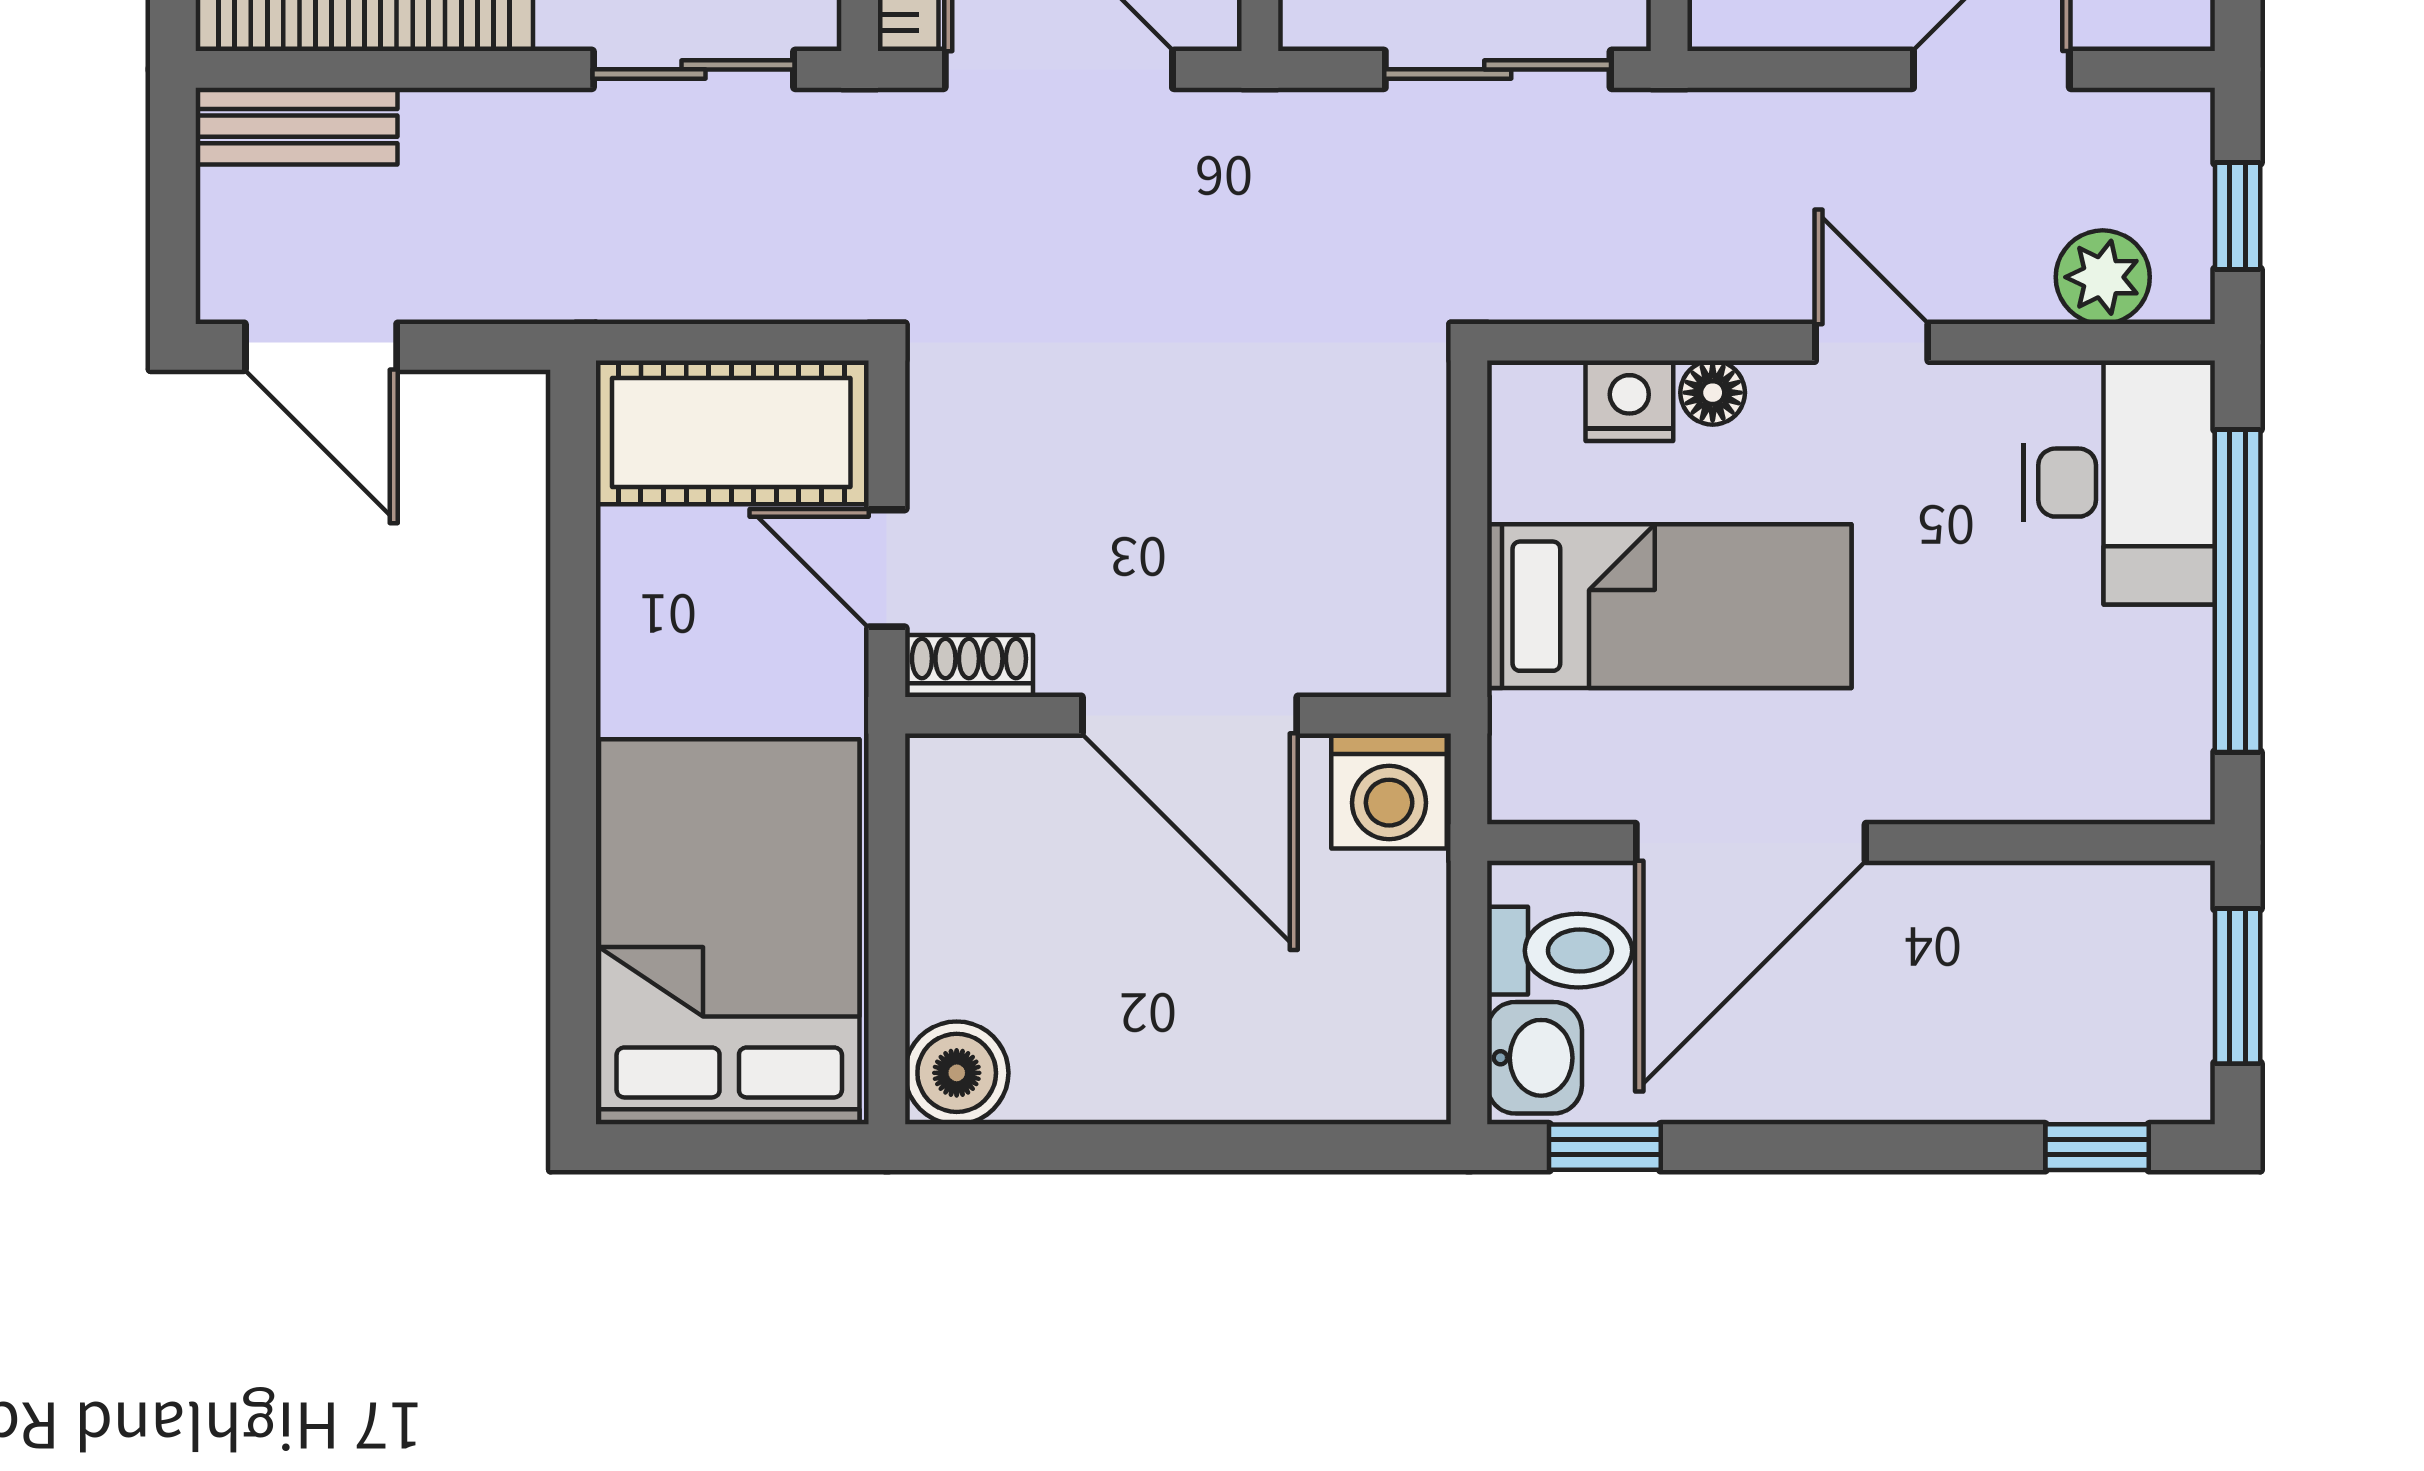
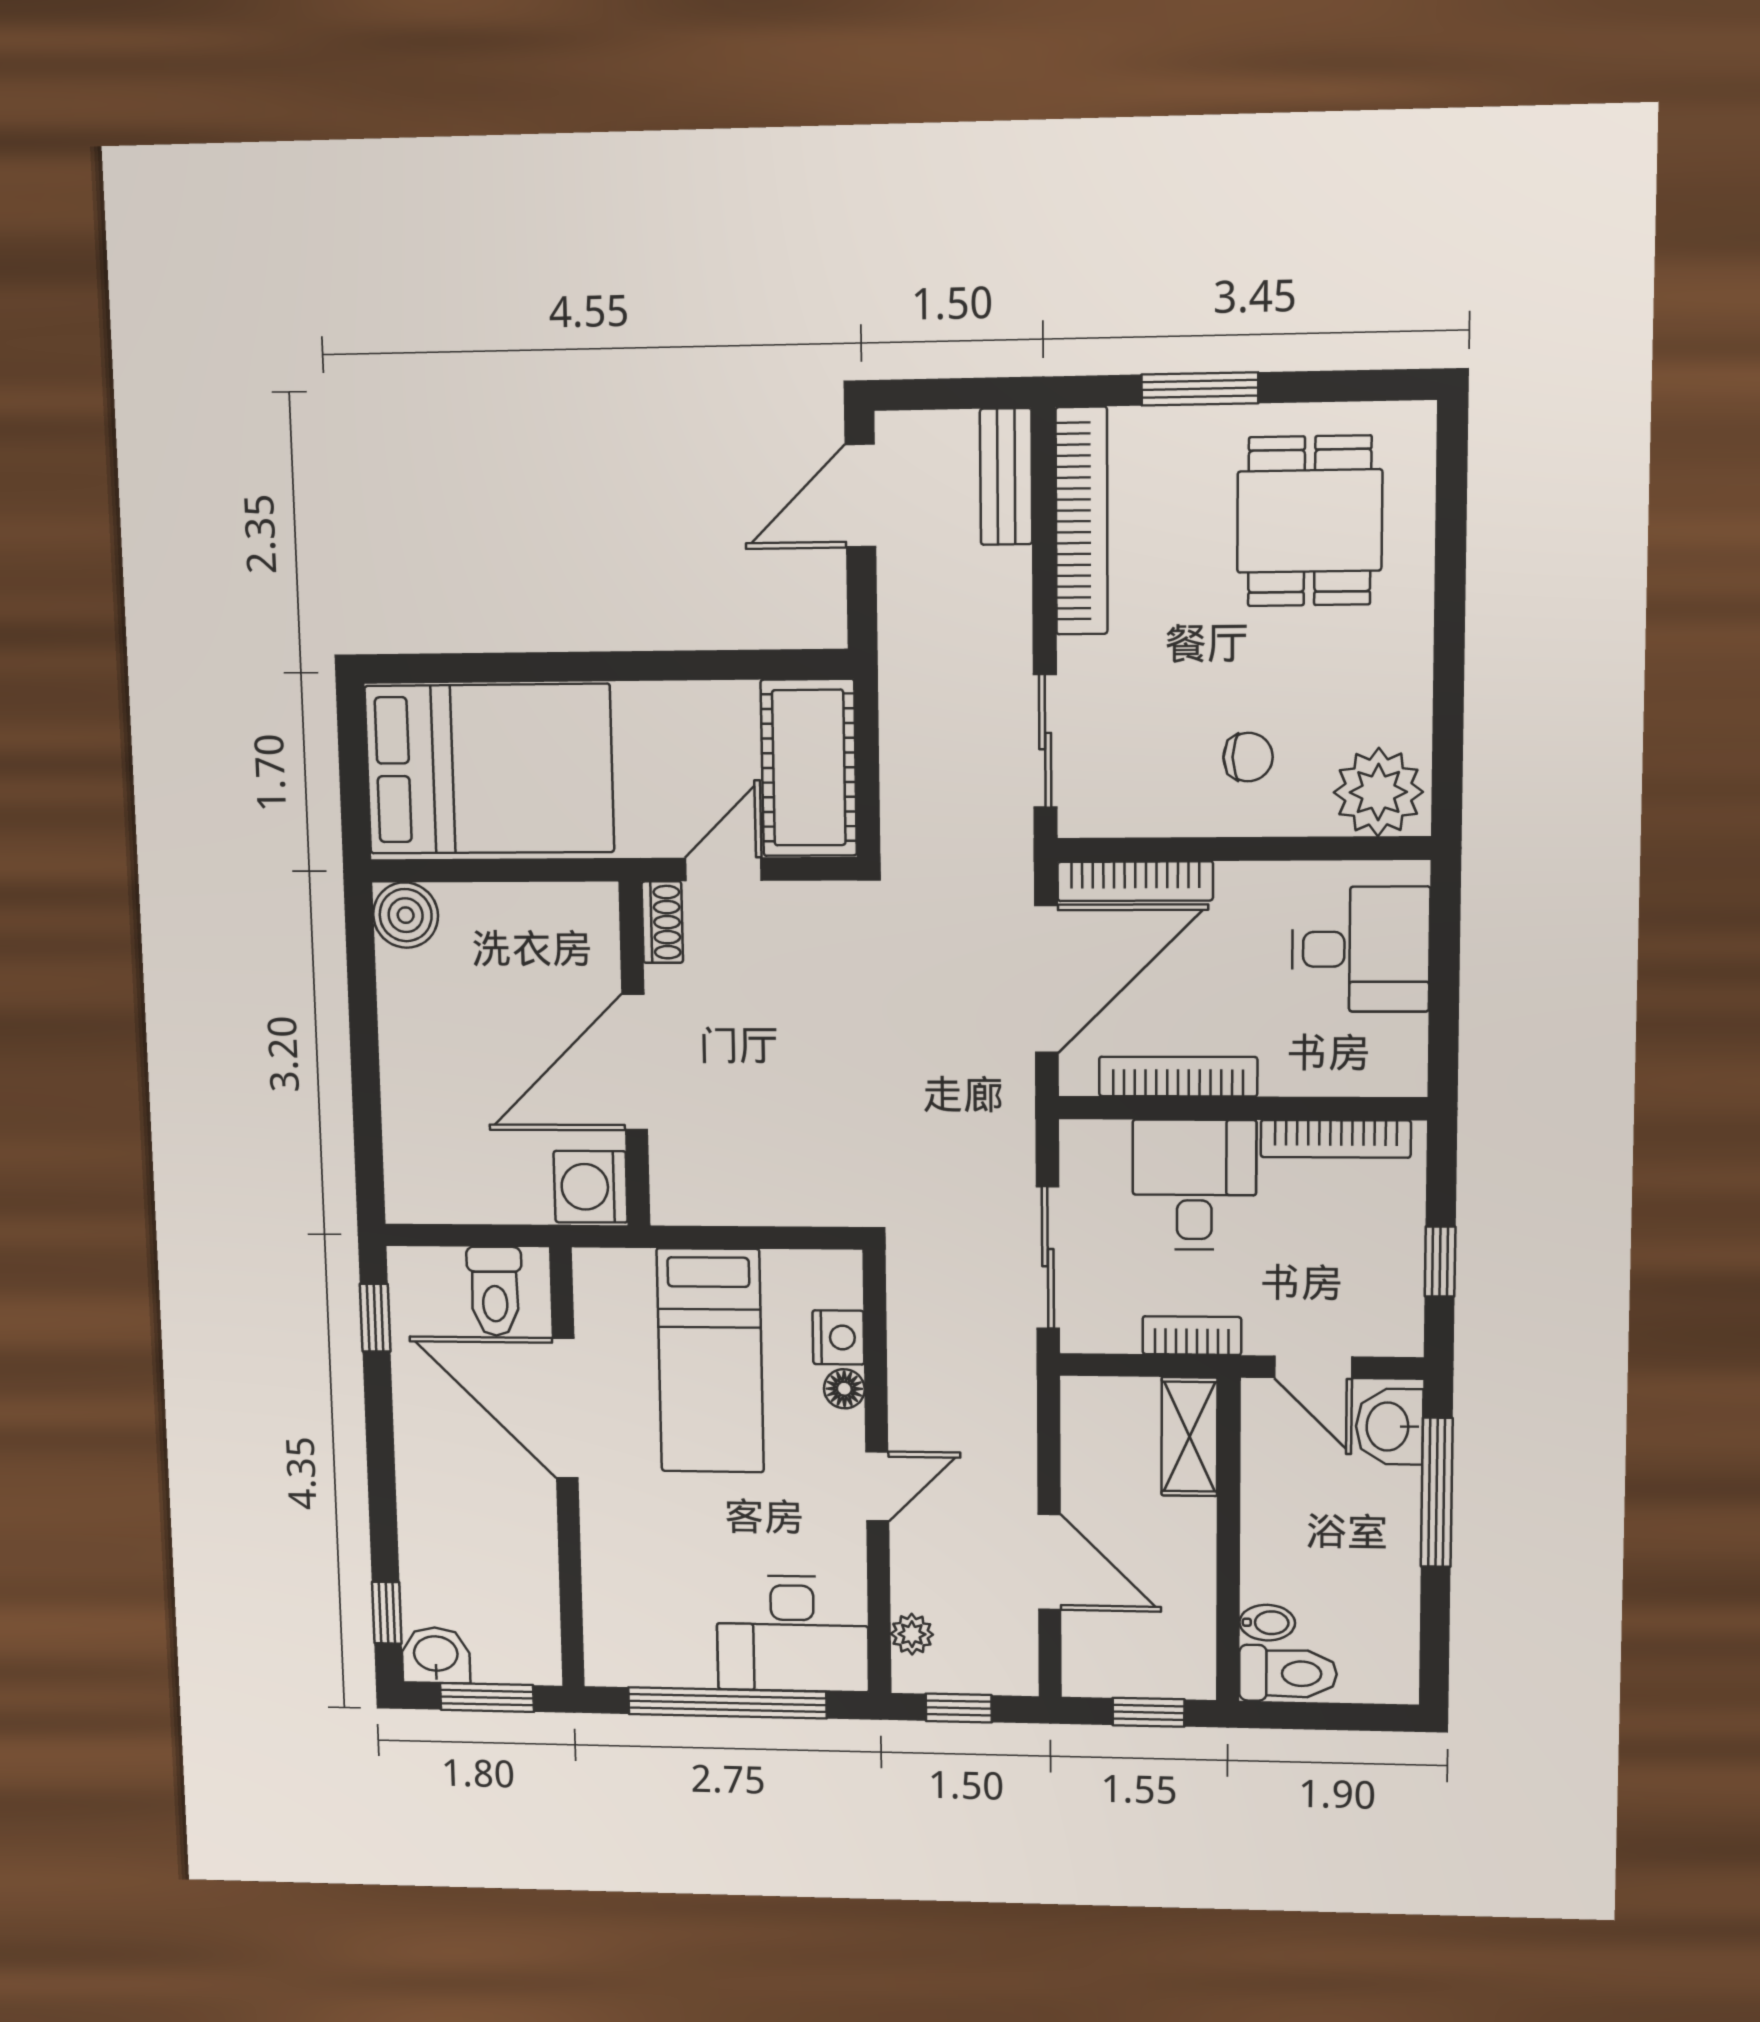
plant: (2103, 277) -> (912, 1634), width x0.73, depth x0.73
washbasin: (1535, 1058) -> (436, 1655), moved, turned 180

